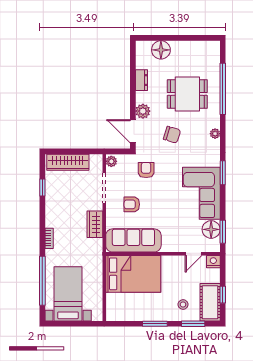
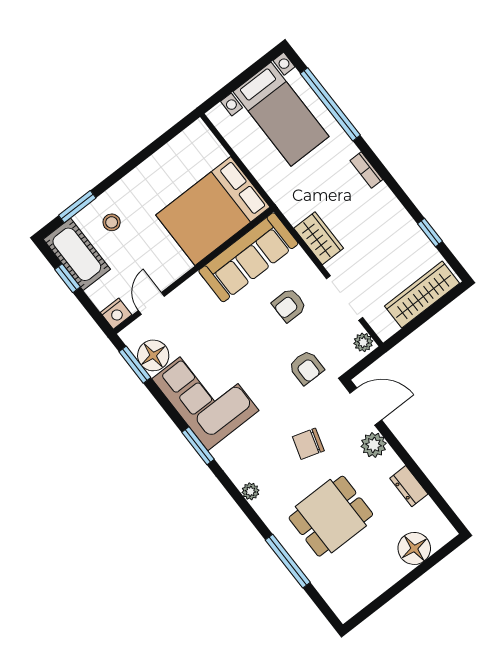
window: (223, 89) -> (288, 561), width x0.68
armchair: (132, 204) -> (289, 305), turned 180
window: (155, 324) -> (130, 166), removed

